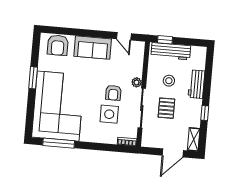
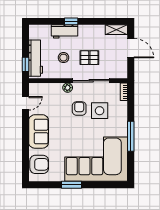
armchair: (113, 93) -> (79, 109), turned -90
window: (205, 113) -> (71, 21), moved
window: (59, 143) -> (131, 136), moved

